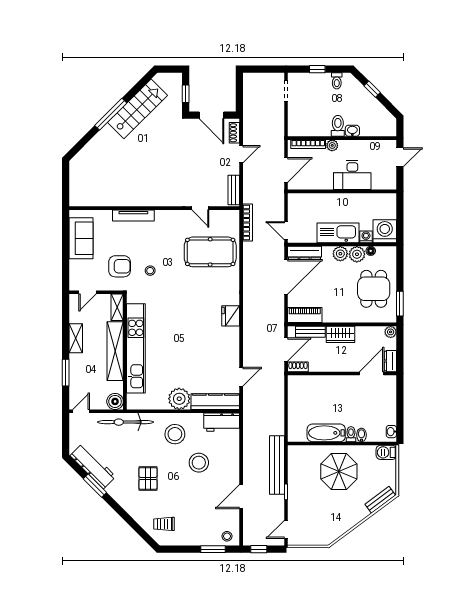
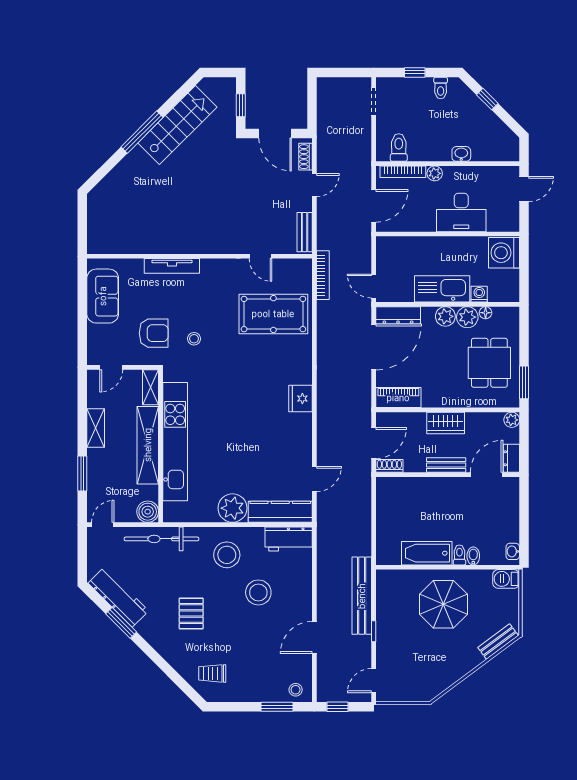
toilet: (338, 126) -> (399, 148), moved
washing machine: (385, 231) -> (504, 253), moved, turned -90
bench: (310, 332) -> (446, 465), moved

